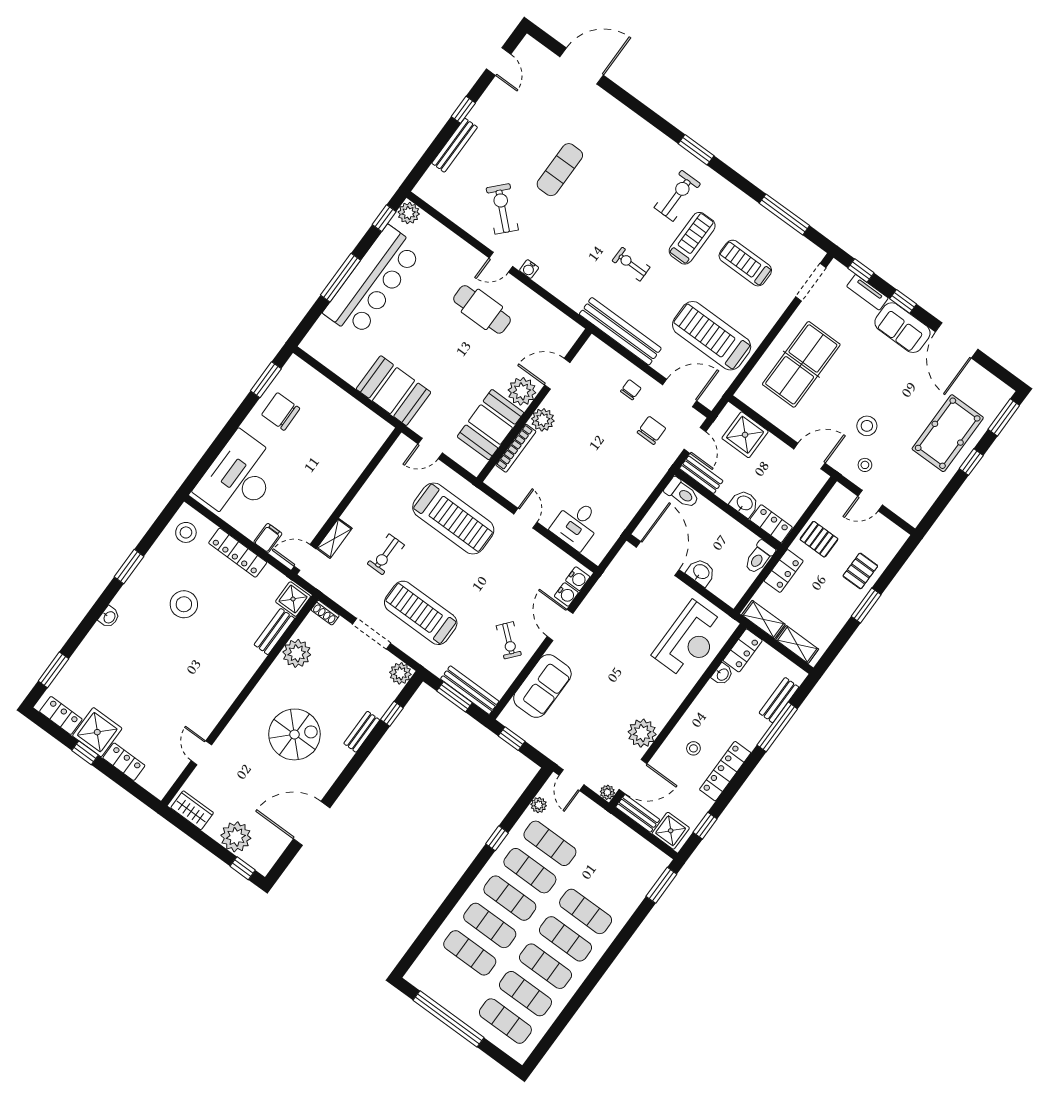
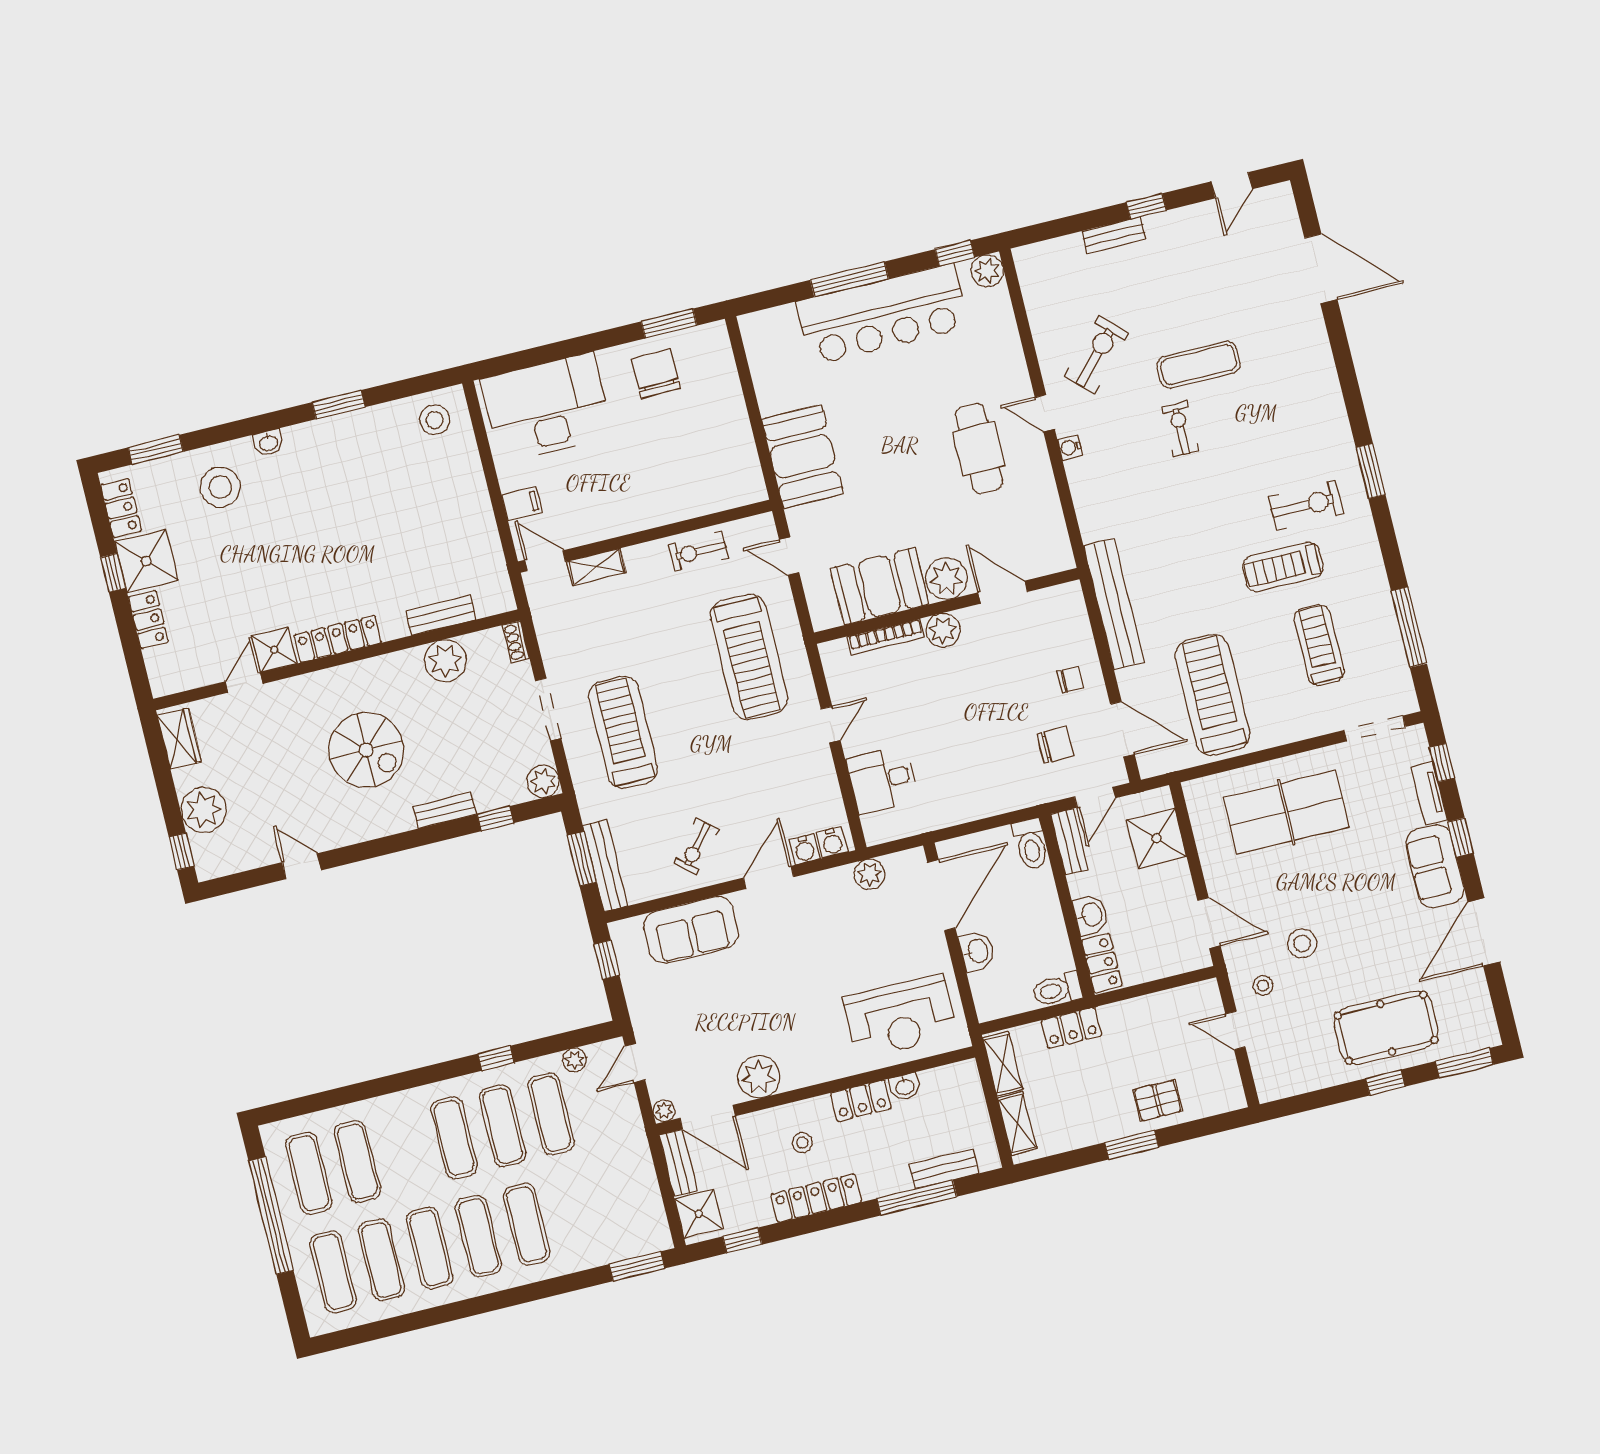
bench: (455, 145) -> (1114, 235), width x0.73
treadmill: (692, 238) -> (1283, 567), turned 180
exercise bike: (631, 264) -> (1180, 429), moved
pallet: (819, 539) -> (1141, 1026), removed
locker: (238, 553) -> (338, 639), moved, turned 90
exercise bike: (386, 554) -> (698, 551), moved
plant: (611, 579) -> (870, 874), added
shower: (293, 599) -> (274, 650), moved
stool: (184, 604) -> (220, 487), moved
locker: (743, 650) -> (861, 1101), moved
door: (312, 823) -> (302, 866), width x0.53
exercise mat: (490, 925) -> (309, 1173), moved

